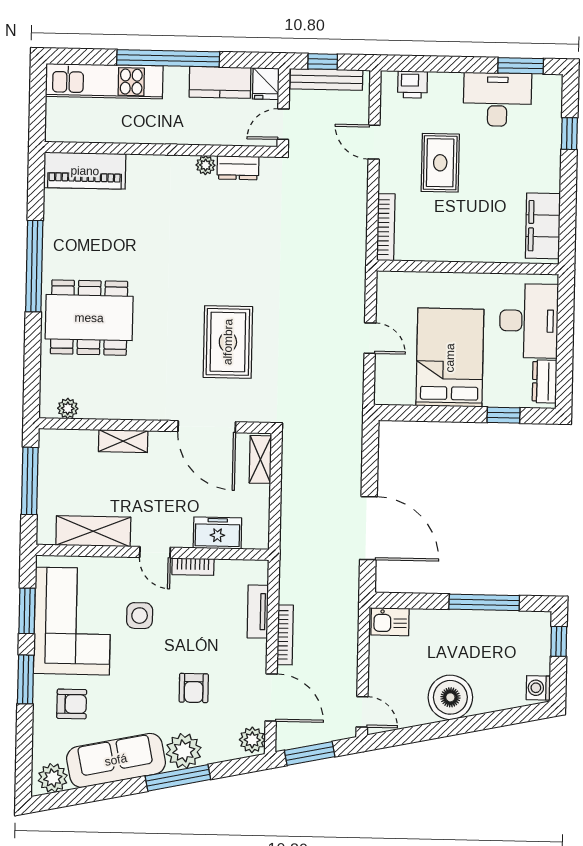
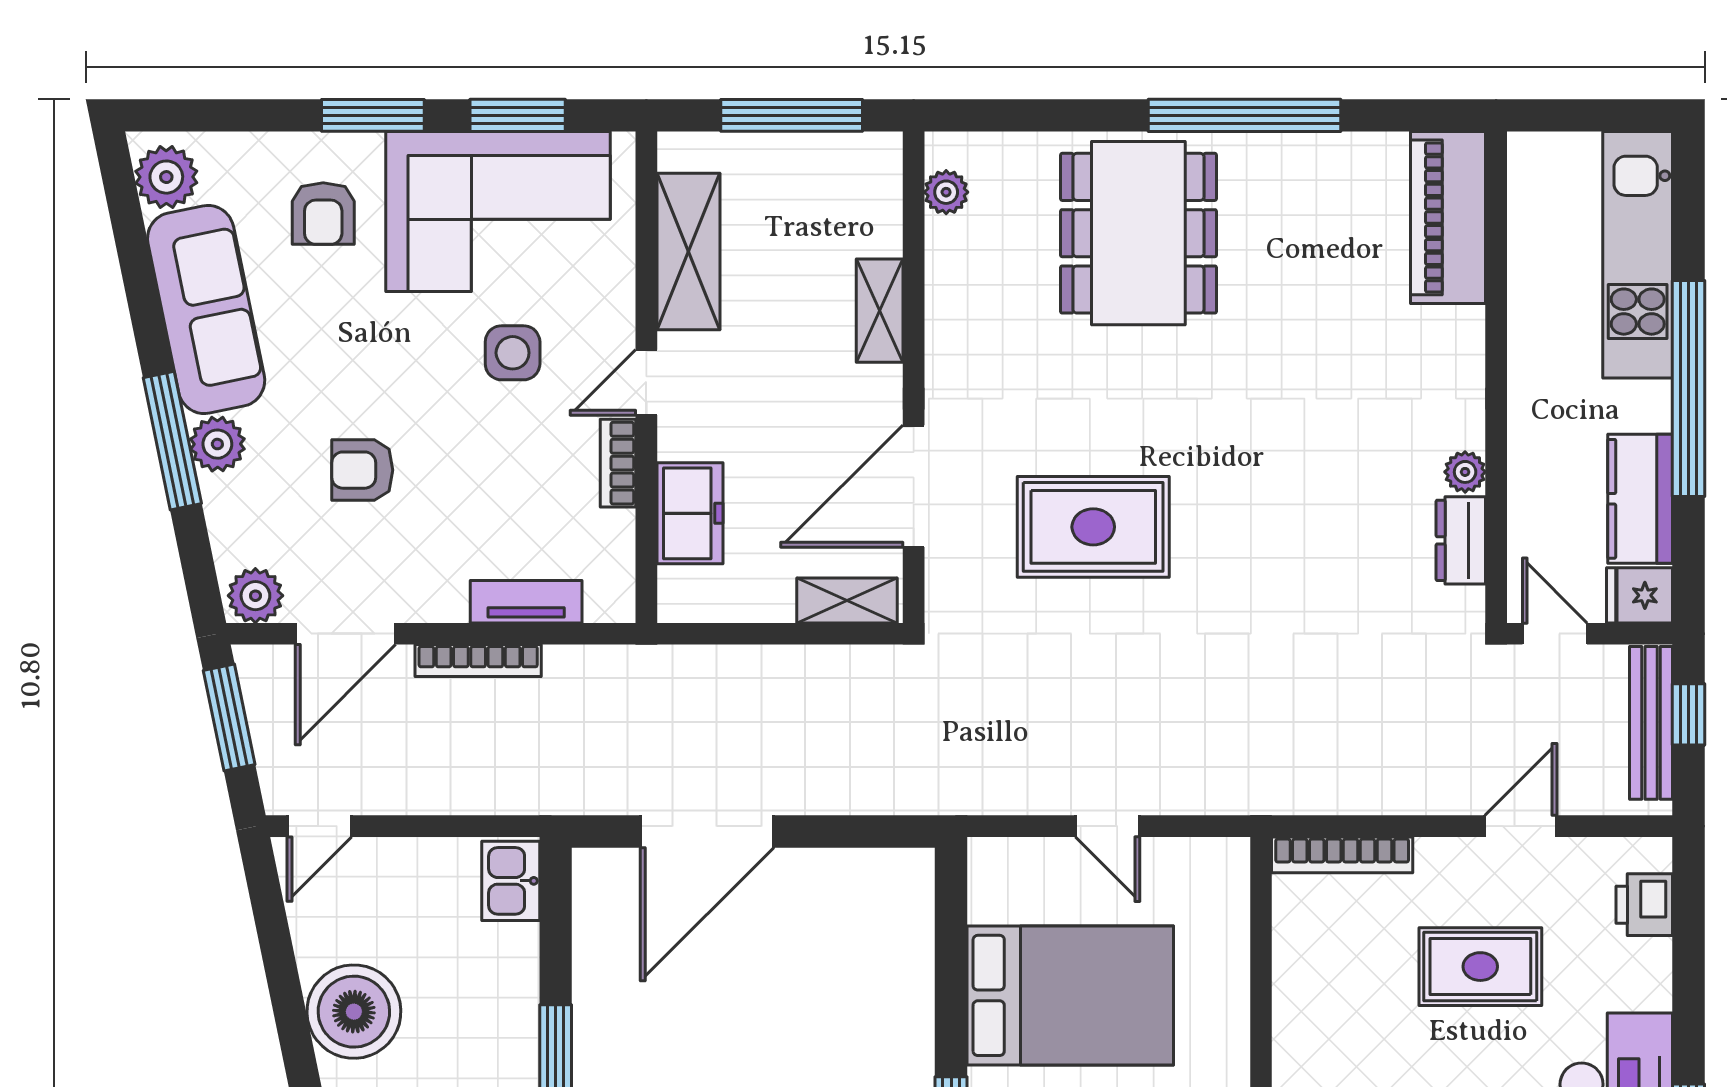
door: (370, 338) -> (1108, 826), hinge flipped
plant: (184, 751) -> (217, 444), width x0.73, depth x0.73

